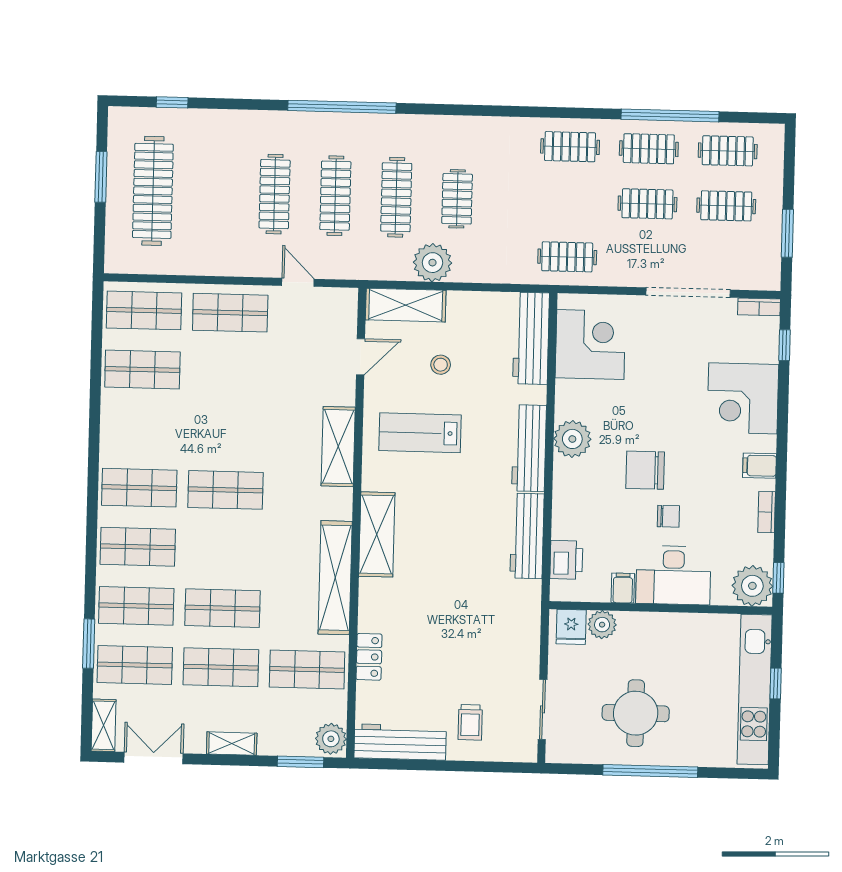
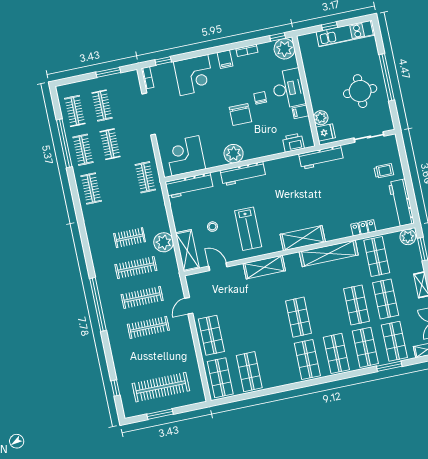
workbench: (527, 536) -> (321, 157), moved
kitchen unit: (755, 689) -> (345, 34), width x0.73

